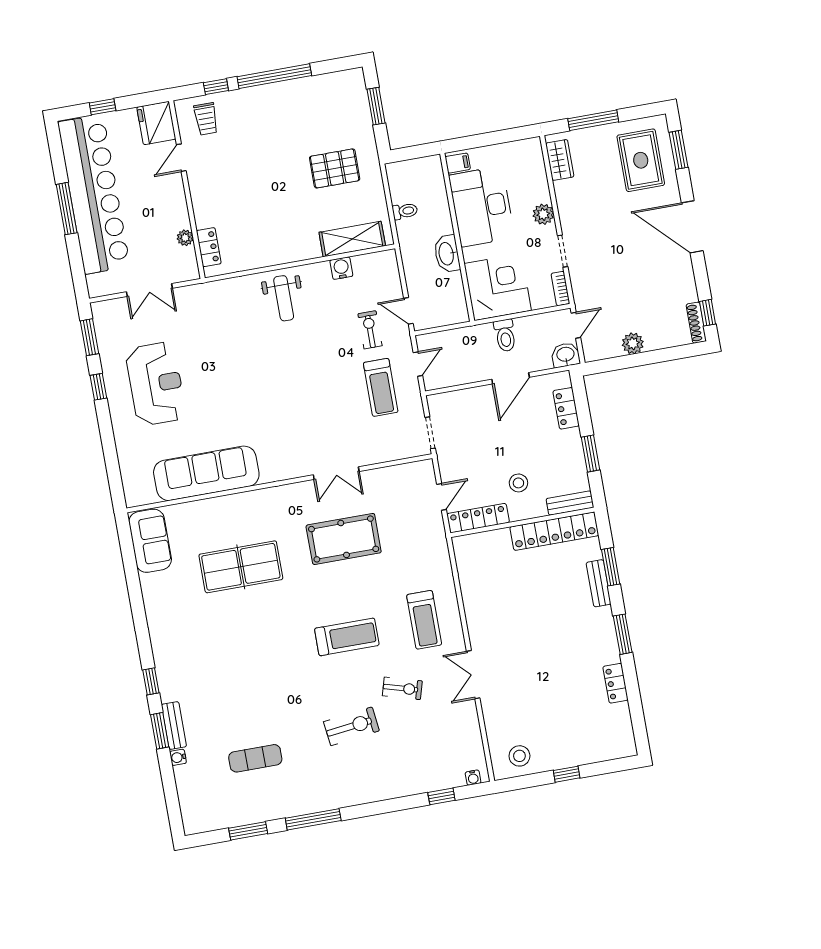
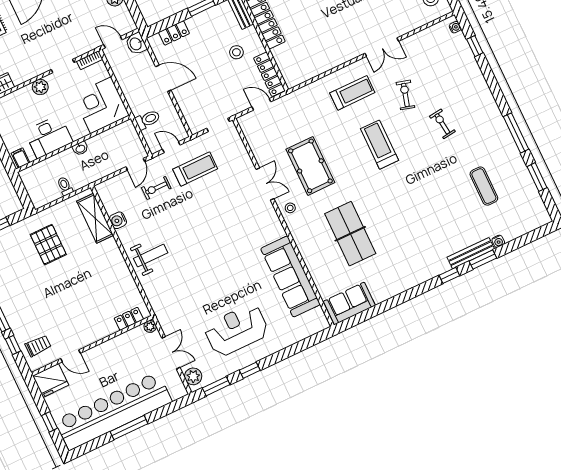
desk: (482, 207) -> (49, 137), width x0.73, depth x0.77
plant: (185, 238) -> (150, 326), moved
washbasin: (447, 254) -> (80, 148), width x0.52, depth x0.69
plant: (111, 311) -> (193, 376), added
toilet: (505, 335) -> (148, 120), moved
stool: (296, 498) -> (290, 208), added
bench: (174, 726) -> (471, 253), width x1.36
exercise bike: (351, 726) -> (442, 124), width x0.73, depth x0.72

